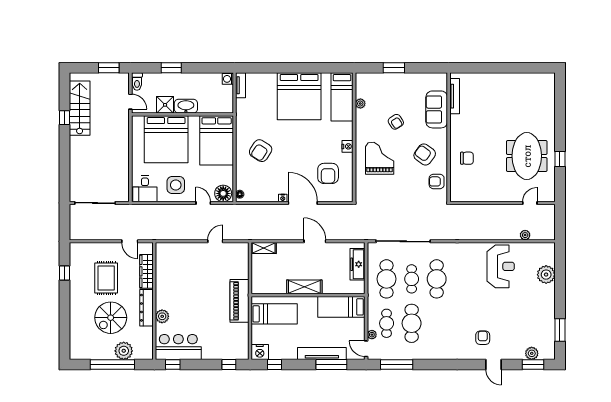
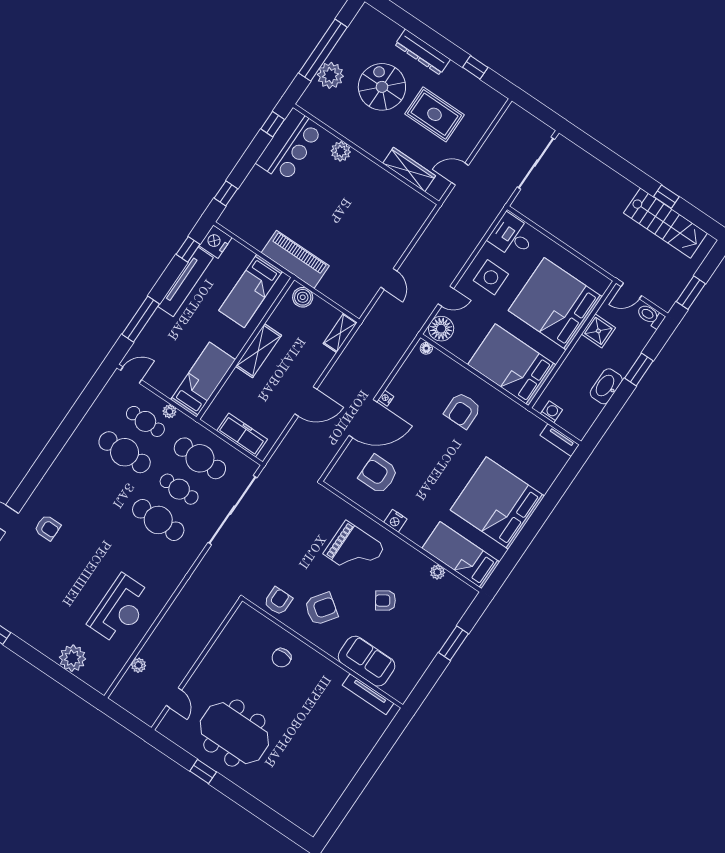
washing machine: (228, 79) -> (551, 412), moved
washbasin: (186, 106) -> (606, 386), moved, turned 180
armchair: (261, 151) -> (463, 410), turned -123
reception desk: (501, 266) -> (120, 609), turned -90
boiler: (258, 282) -> (303, 297), added
dresser: (147, 308) -> (423, 52), moved, turned 180
plant: (372, 335) -> (169, 411), moved
tv unit: (322, 354) -> (186, 282), moved
window: (397, 365) -> (86, 399), removed

